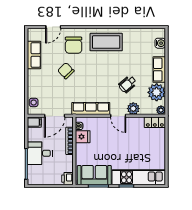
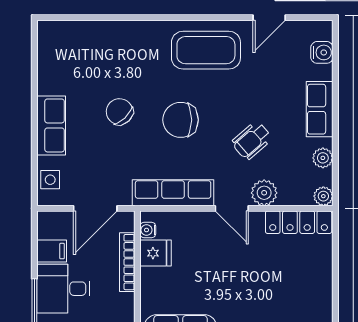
door: (53, 27) -> (269, 18), moved
chair: (74, 45) -> (181, 120), moved, turned 90
row of seats: (34, 55) -> (51, 125), moved
plant: (157, 92) -> (323, 158), width x0.53, depth x0.53
filing cabinet: (34, 122) -> (52, 251), moved
locker: (155, 122) -> (299, 222), width x1.53

